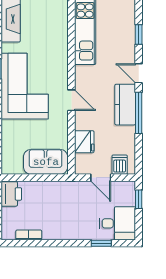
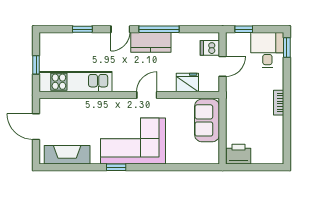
bookcase: (29, 235) -> (279, 103), moved
window: (101, 243) -> (287, 48), moved

